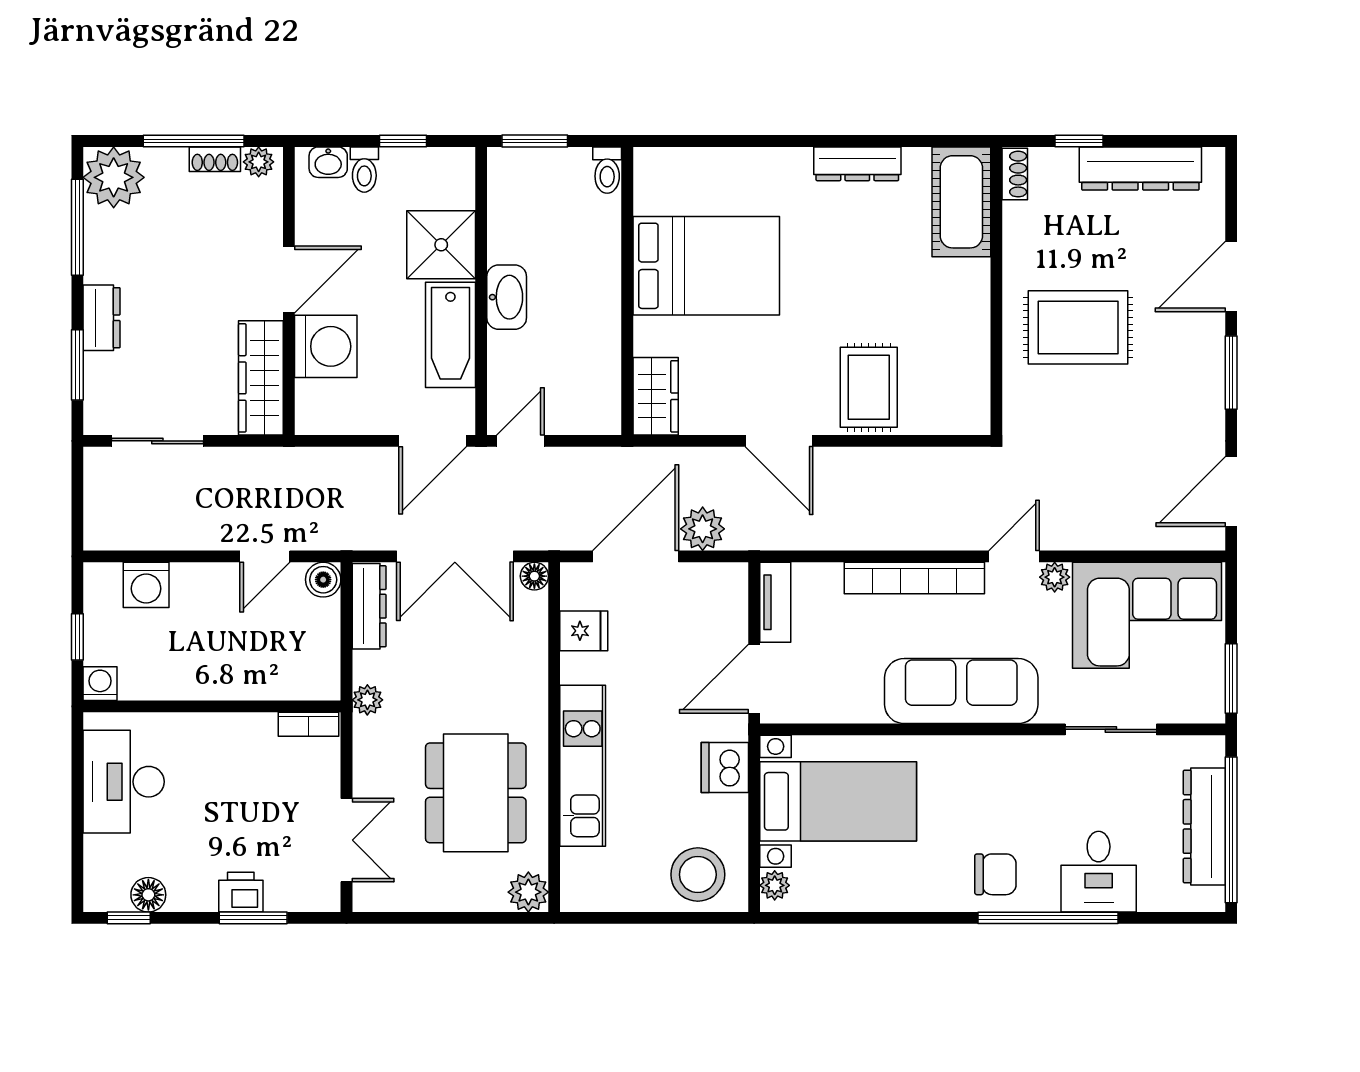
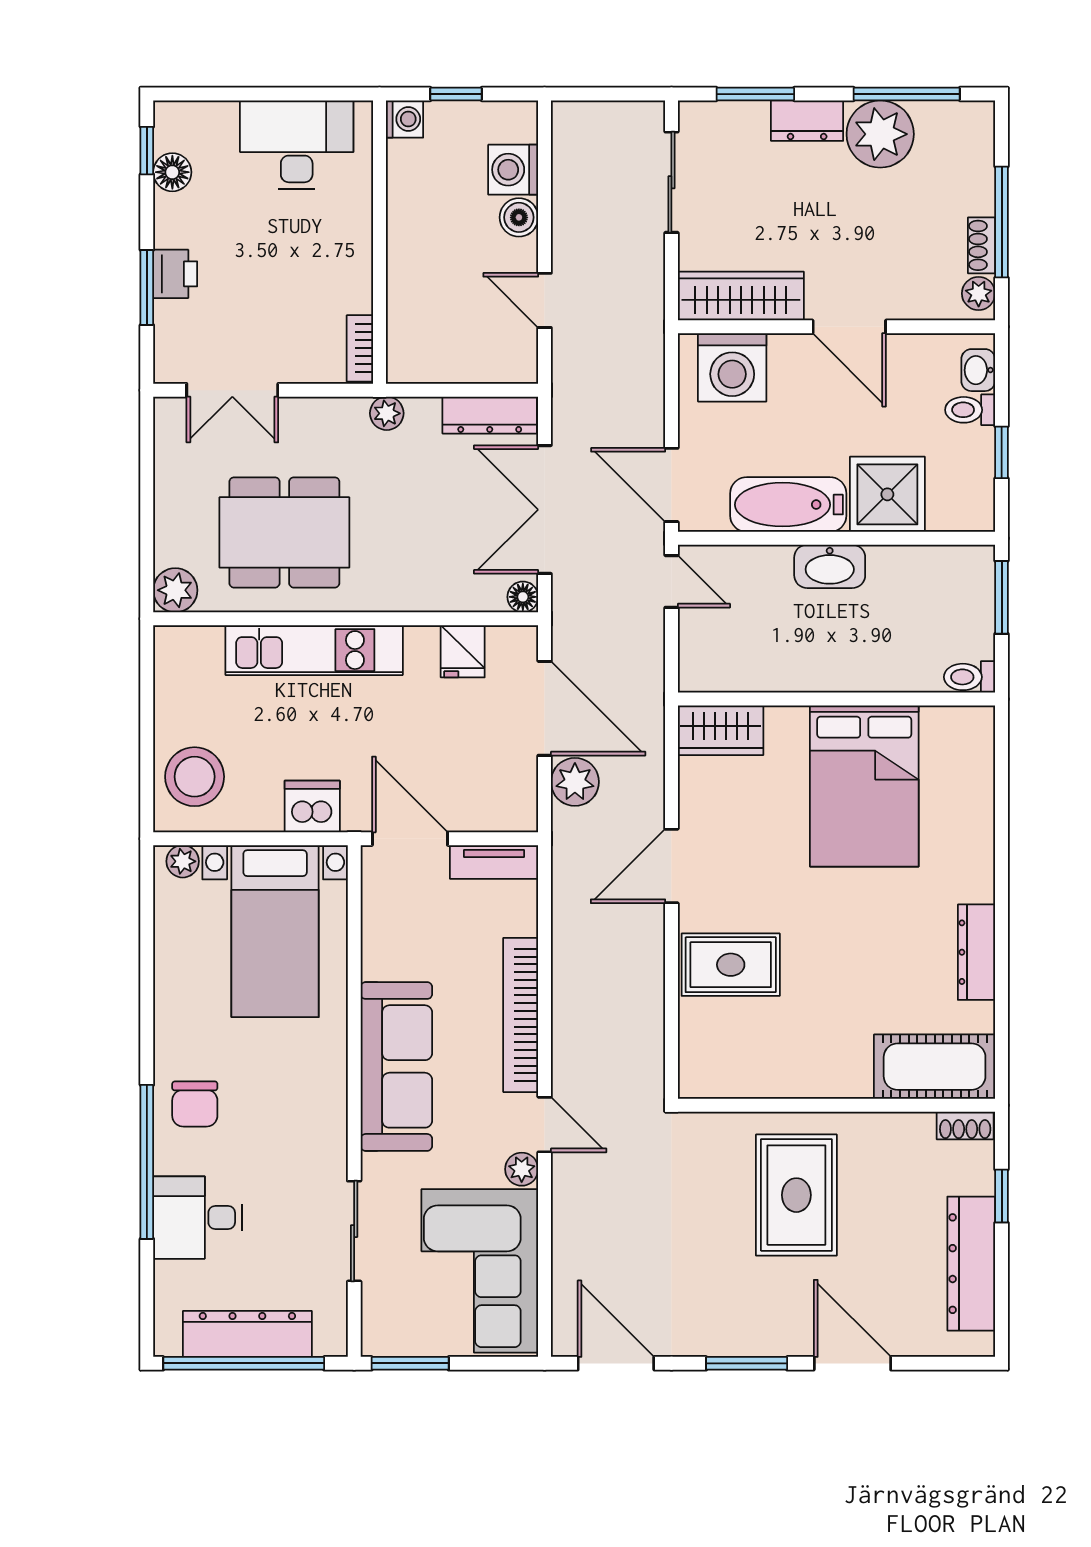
plant: (114, 177) -> (880, 134), moved
washing machine: (326, 346) -> (732, 367), moved
boiler: (323, 580) -> (519, 217), moved

